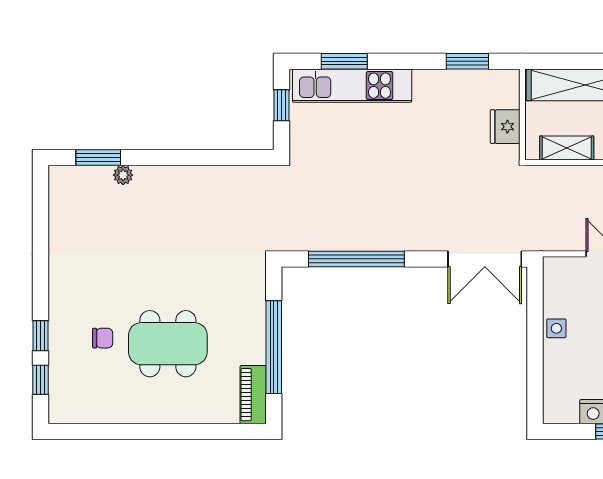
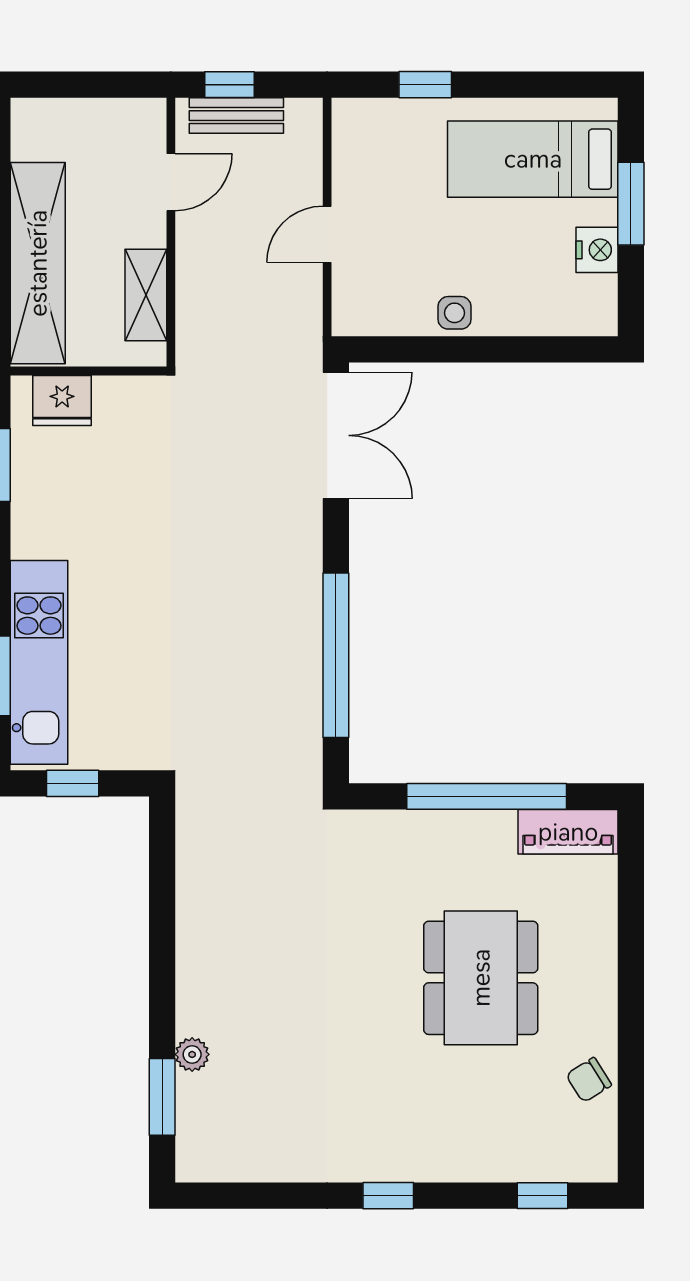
fridge: (505, 127) -> (62, 401), moved
window: (41, 336) -> (388, 1196), moved
chair: (103, 338) -> (589, 1080), moved, turned -122

